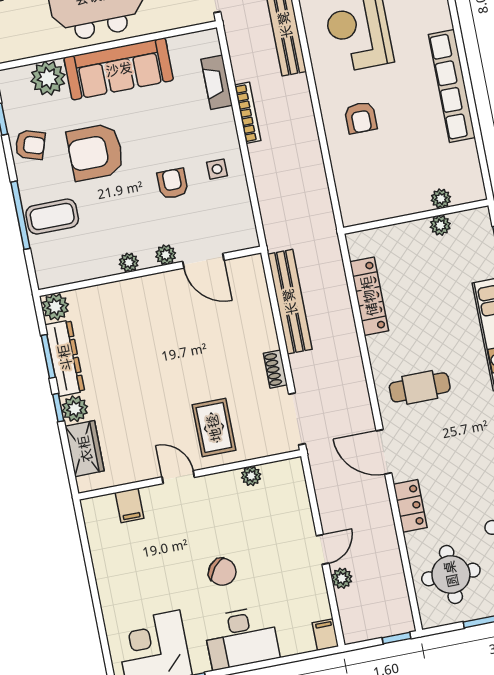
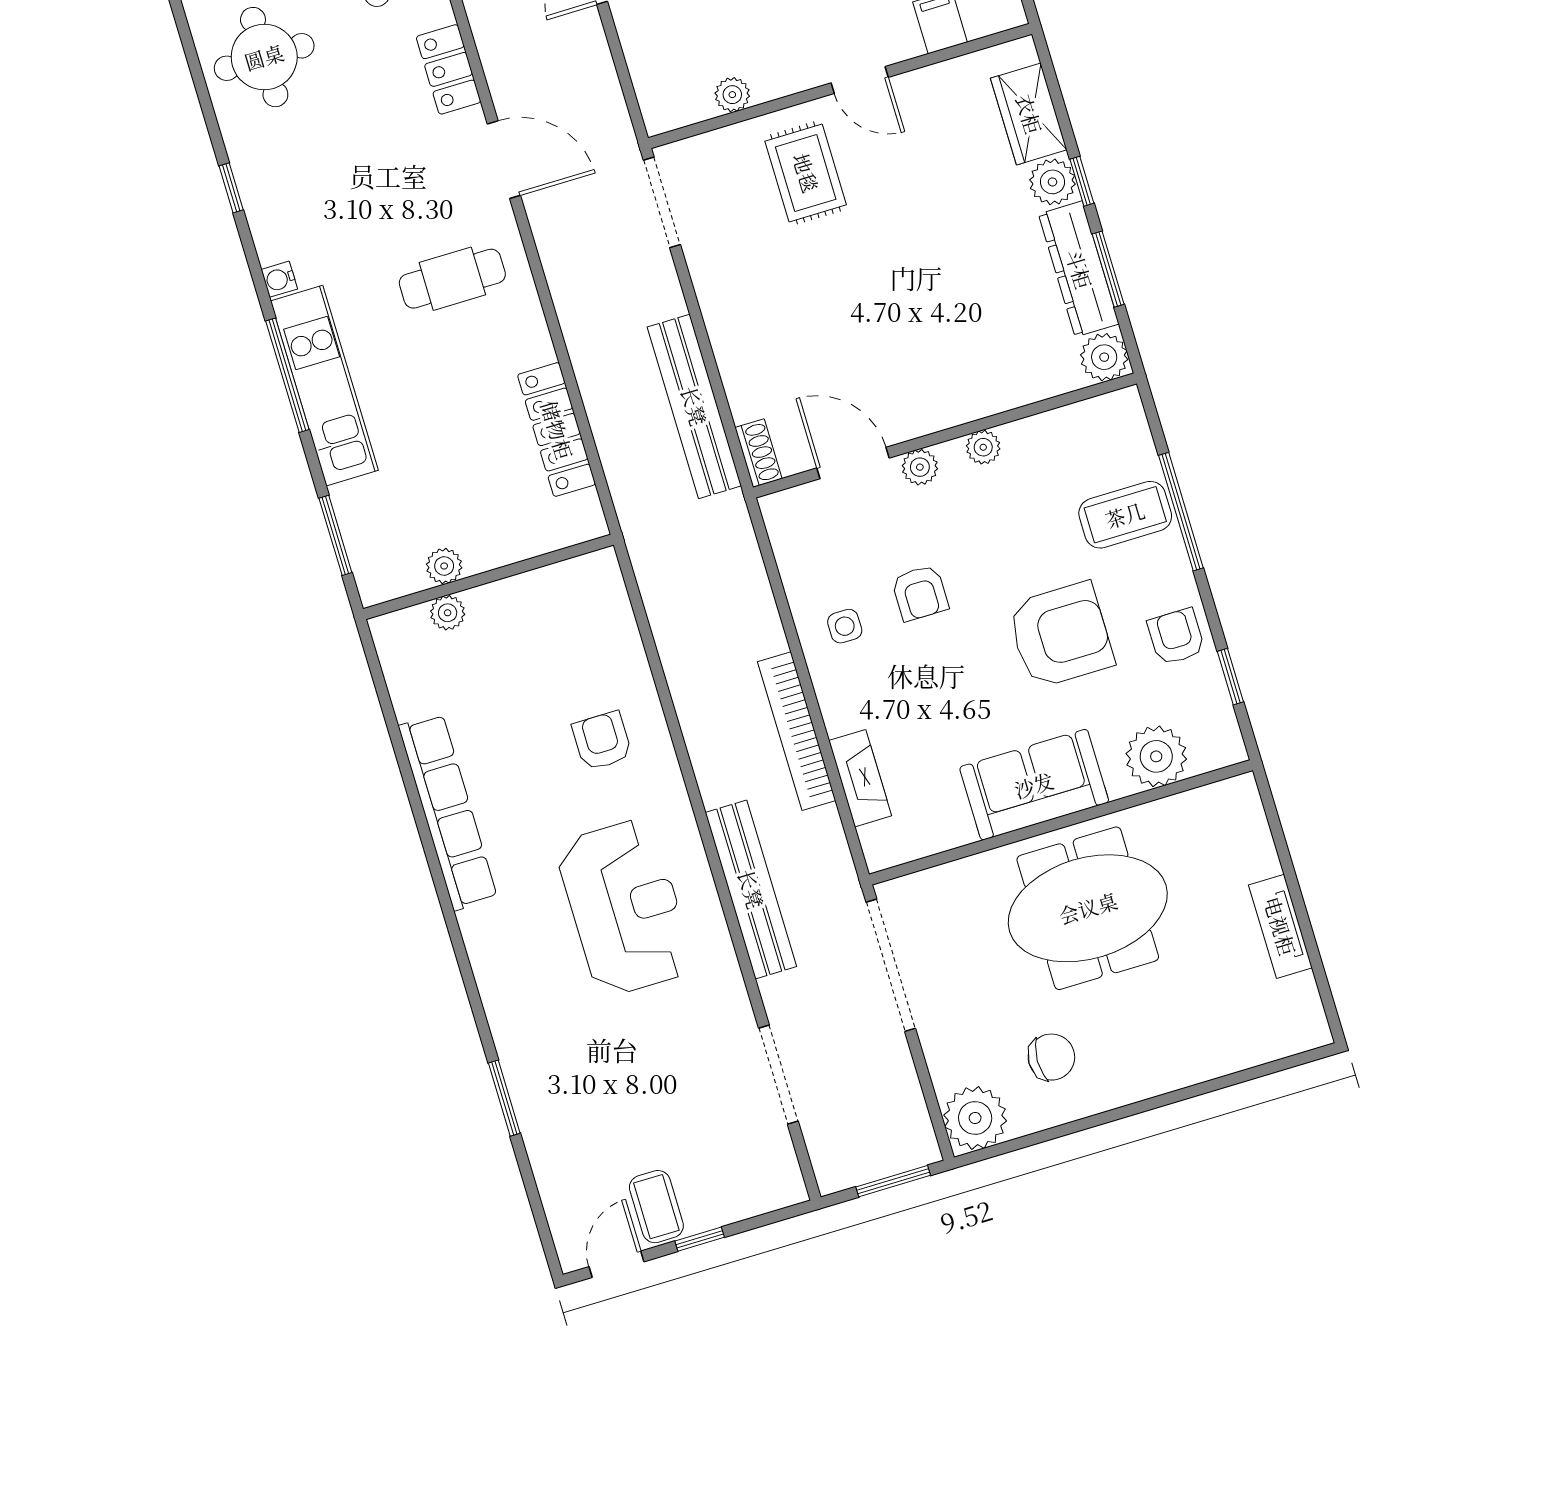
sofa: (119, 69) -> (1034, 785), width x0.73
bookcase: (248, 113) -> (797, 731), width x1.48, depth x1.31
armchair: (30, 145) -> (1176, 637), turned 72
shoe rack: (275, 369) -> (758, 453), moved

